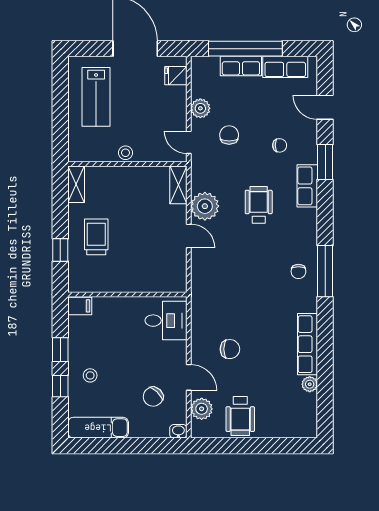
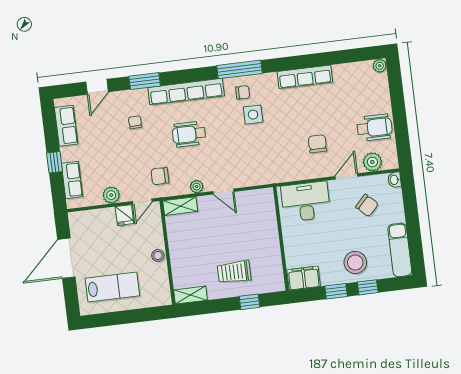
window: (245, 49) -> (55, 162), width x0.32
row of seats: (241, 66) -> (72, 180), moved
fridge: (176, 76) -> (124, 215), moved
chair: (229, 135) -> (160, 176), moved
row of seats: (307, 186) -> (186, 92), width x2.02
plant: (205, 206) -> (197, 187), width x0.53, depth x0.53
door: (189, 236) -> (224, 192), swing flipped
side table: (272, 280) -> (253, 115), added
filing cabinet: (80, 306) -> (304, 278), width x2.00
desk: (166, 321) -> (306, 202), width x1.37
stool: (90, 375) -> (355, 262), width x1.89, depth x1.89
plant: (310, 384) -> (380, 66), moved

